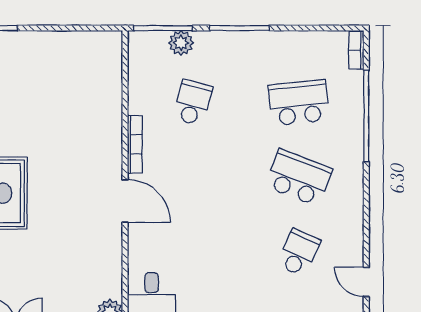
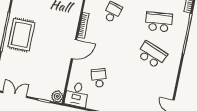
door: (125, 201) -> (74, 49), hinge flipped
school desk: (299, 253) -> (99, 78), moved, turned -42

